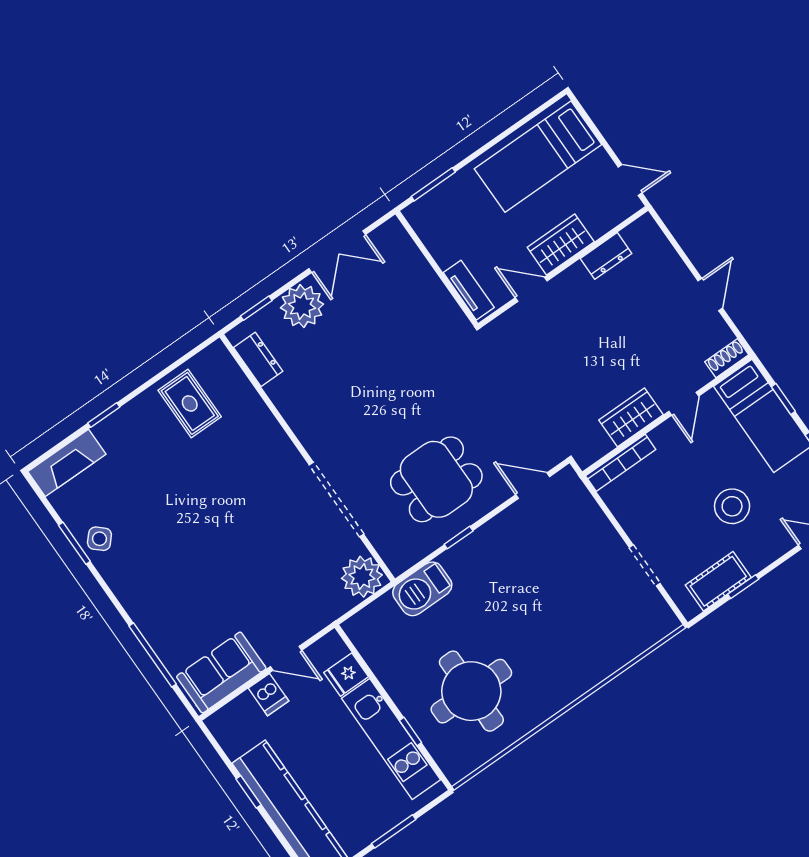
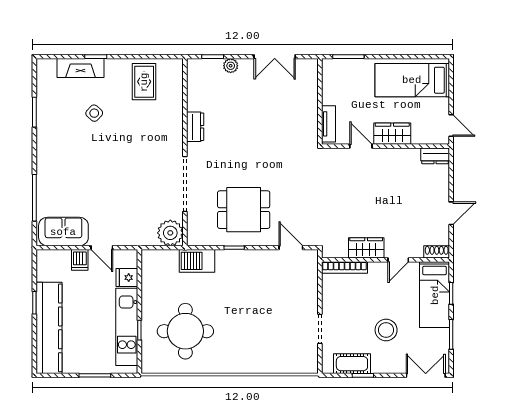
dresser: (606, 256) -> (435, 156), moved
plant: (302, 306) -> (231, 66), width x0.53, depth x0.53
dresser: (258, 359) -> (195, 127), moved
fireplace: (67, 463) -> (81, 68), moved
side table: (99, 539) -> (94, 113), moved

